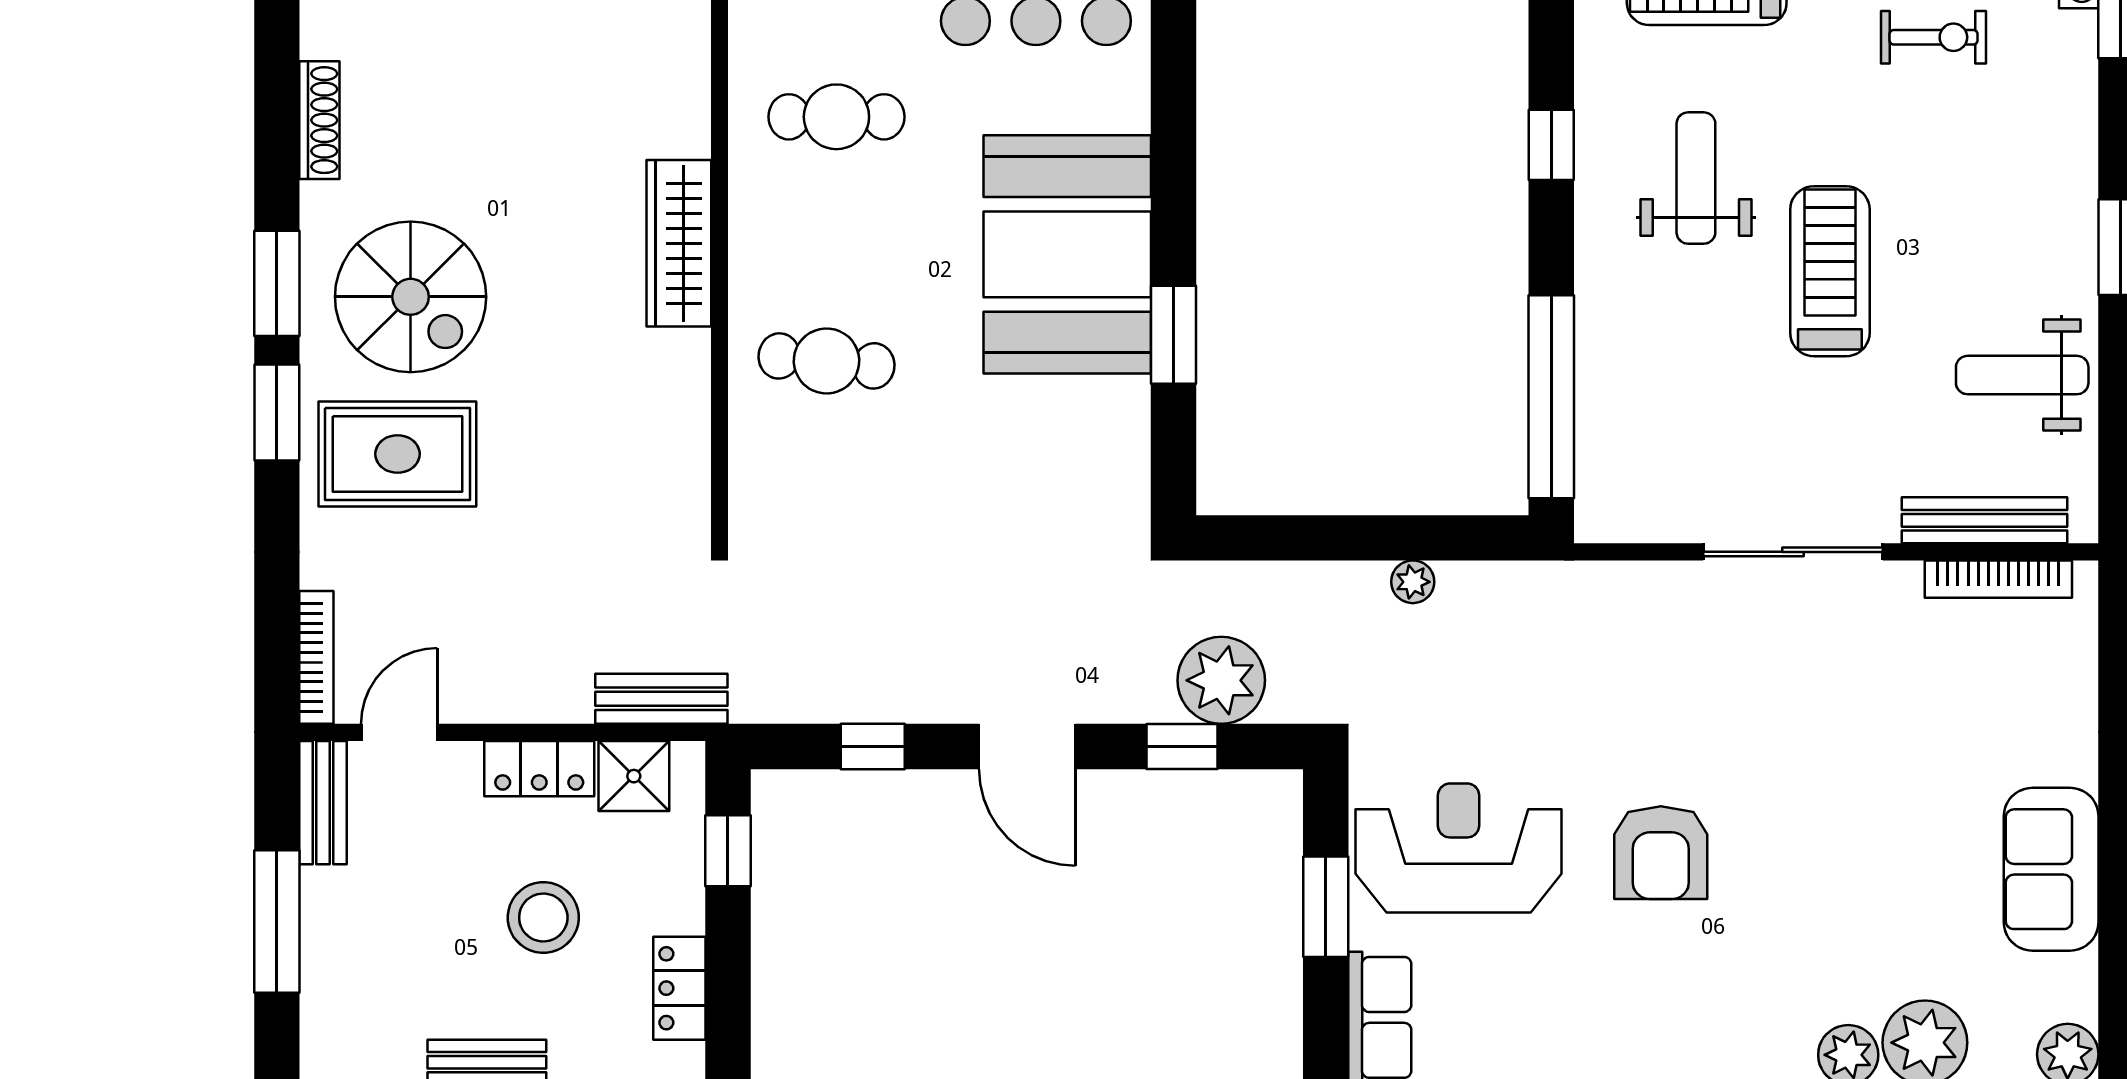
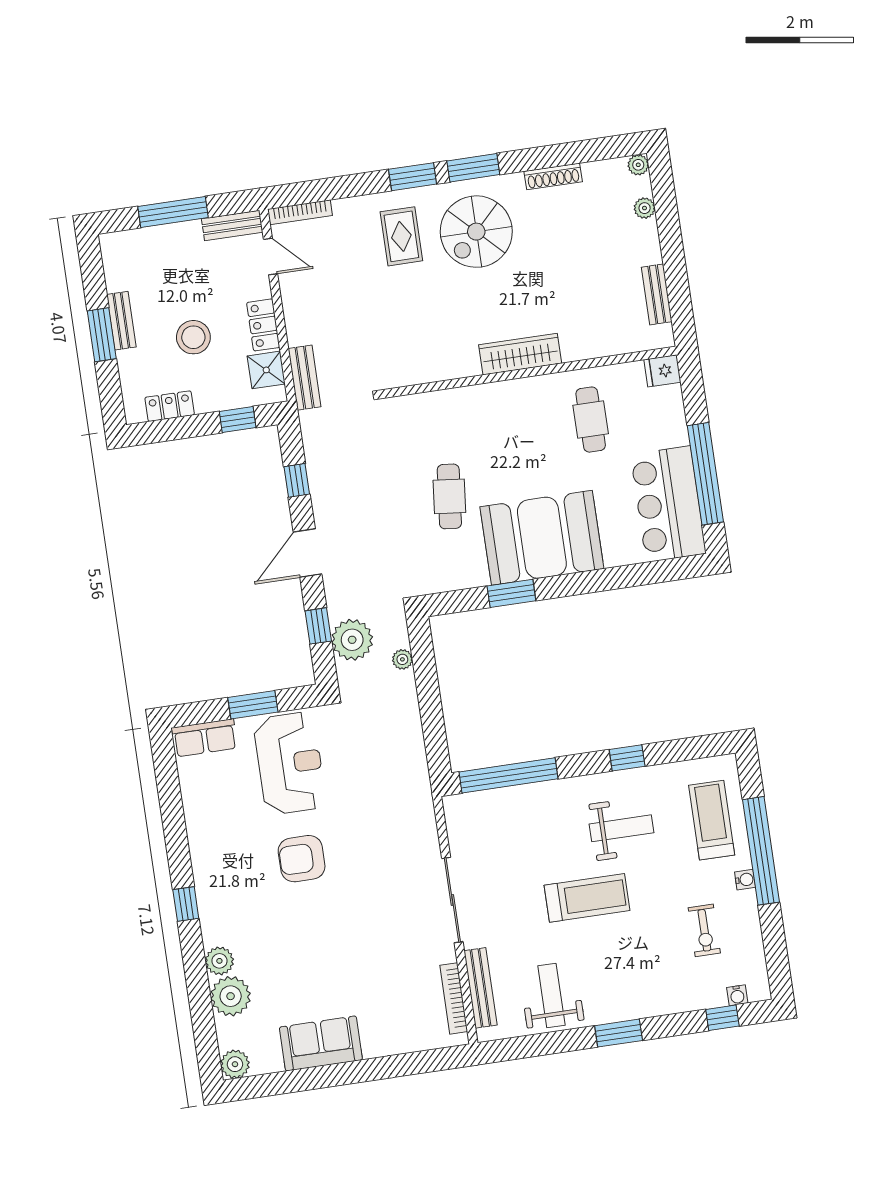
cafe table: (826, 361) -> (449, 496), moved
rug: (397, 454) -> (401, 236), width x0.73, depth x0.70
plant: (1413, 582) -> (402, 659), moved

